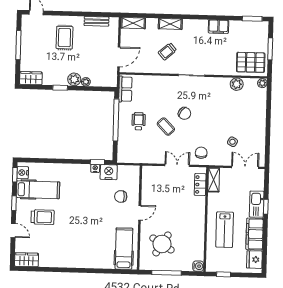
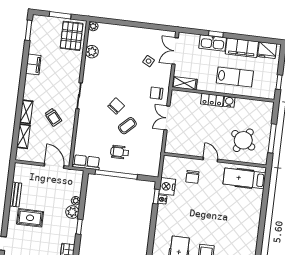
bench: (97, 21) -> (16, 195), moved
shelving: (133, 23) -> (23, 136), moved
locker: (200, 185) -> (212, 100), moved
water cooler: (198, 266) -> (229, 102), moved

